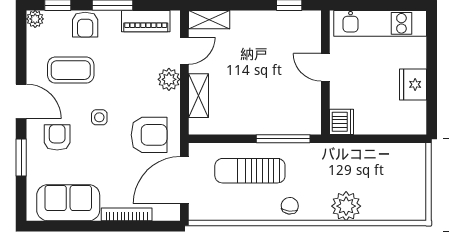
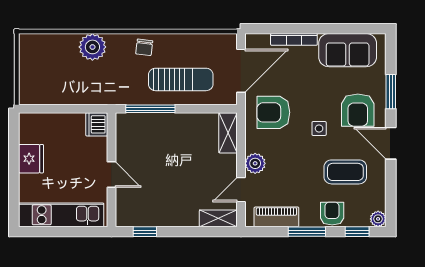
shelving: (198, 96) -> (228, 133), moved
armchair: (57, 137) -> (358, 110), width x1.38, depth x1.38

